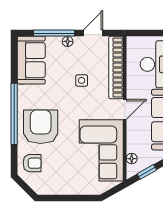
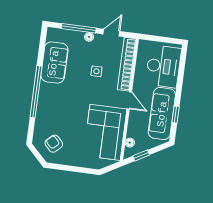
sofa: (31, 60) -> (54, 63), moved
door: (125, 109) -> (129, 100), hinge flipped
armchair: (41, 127) -> (57, 106), removed
armchair: (32, 163) -> (54, 144), moved, turned -134

